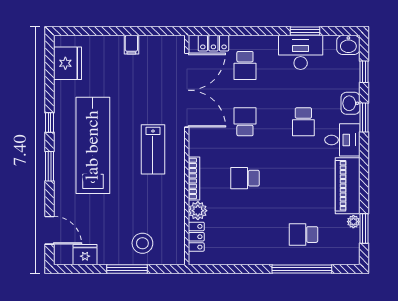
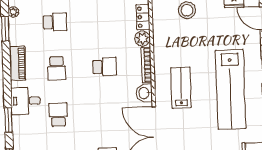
washbasin: (350, 103) -> (144, 93), moved, turned 180
school desk: (245, 122) -> (57, 68), moved
piano: (348, 186) -> (18, 63), width x0.73, depth x0.75
plant: (353, 222) -> (13, 12), moved

